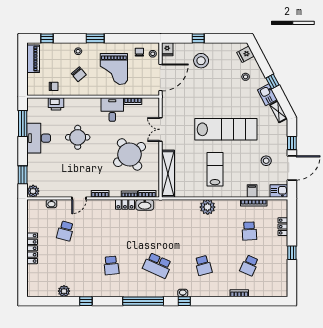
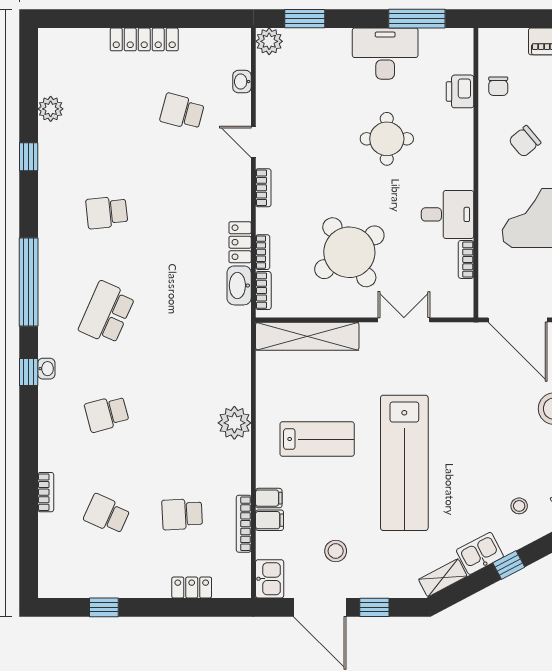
filing cabinet: (242, 191) -> (269, 498), added
window: (292, 253) -> (104, 607), moved

